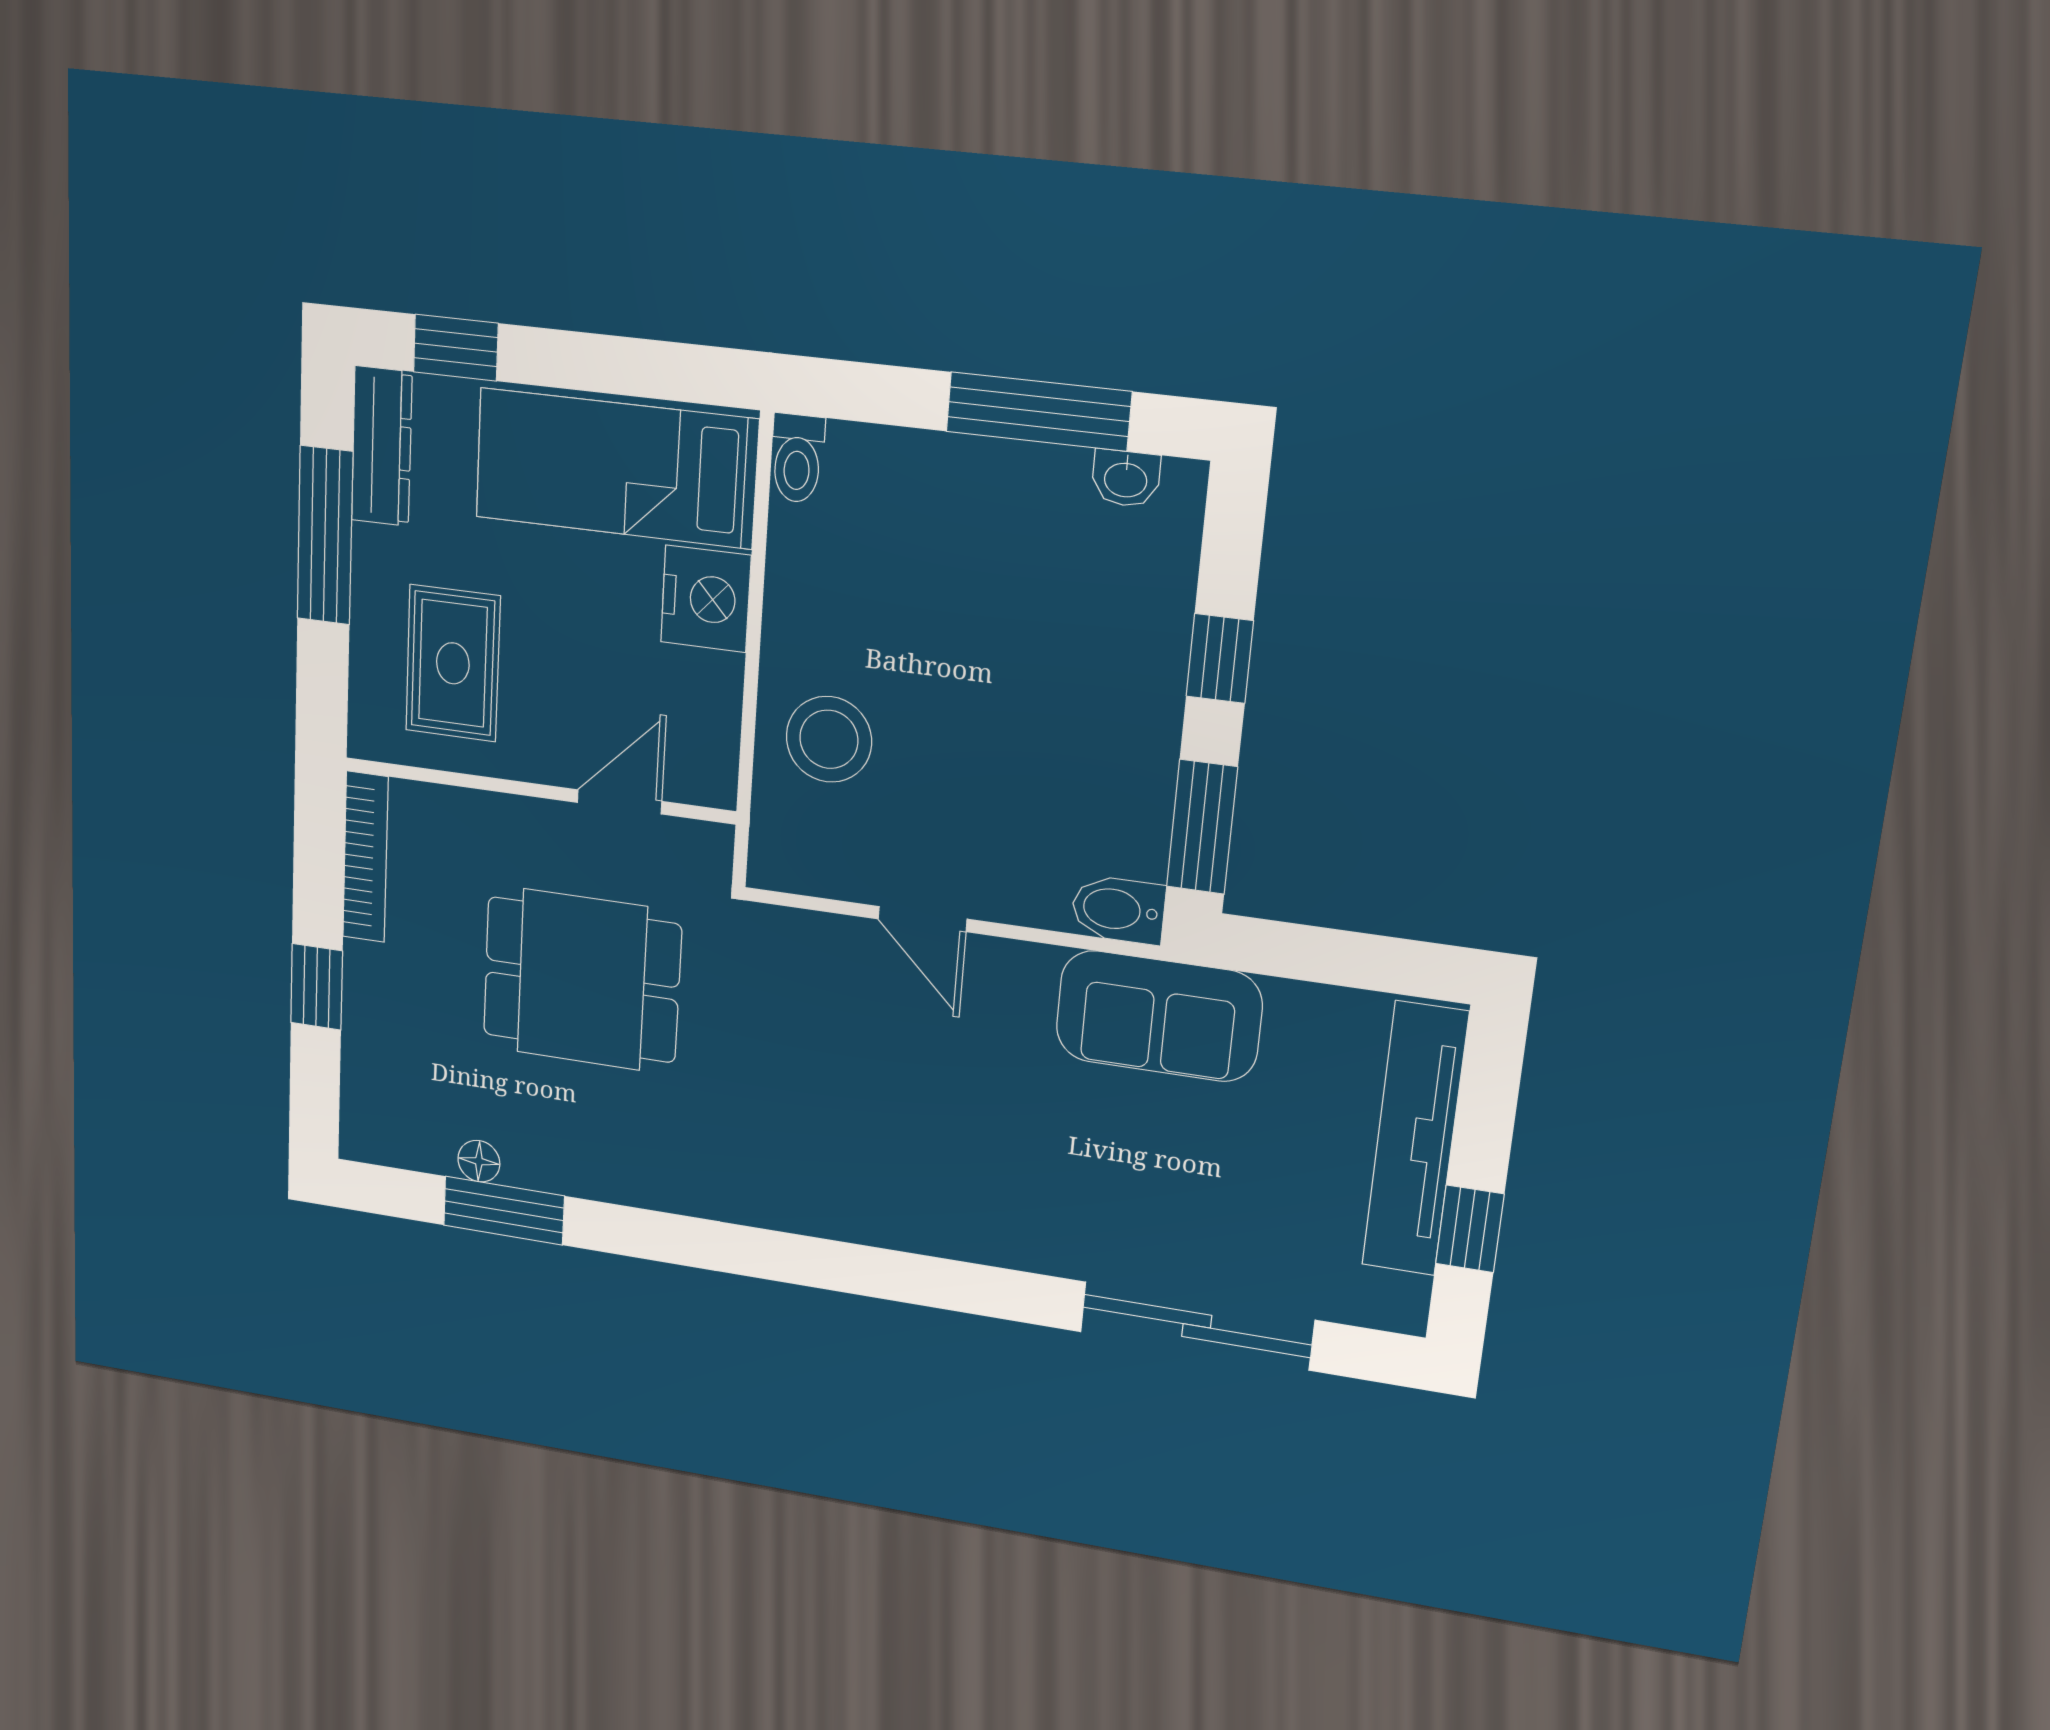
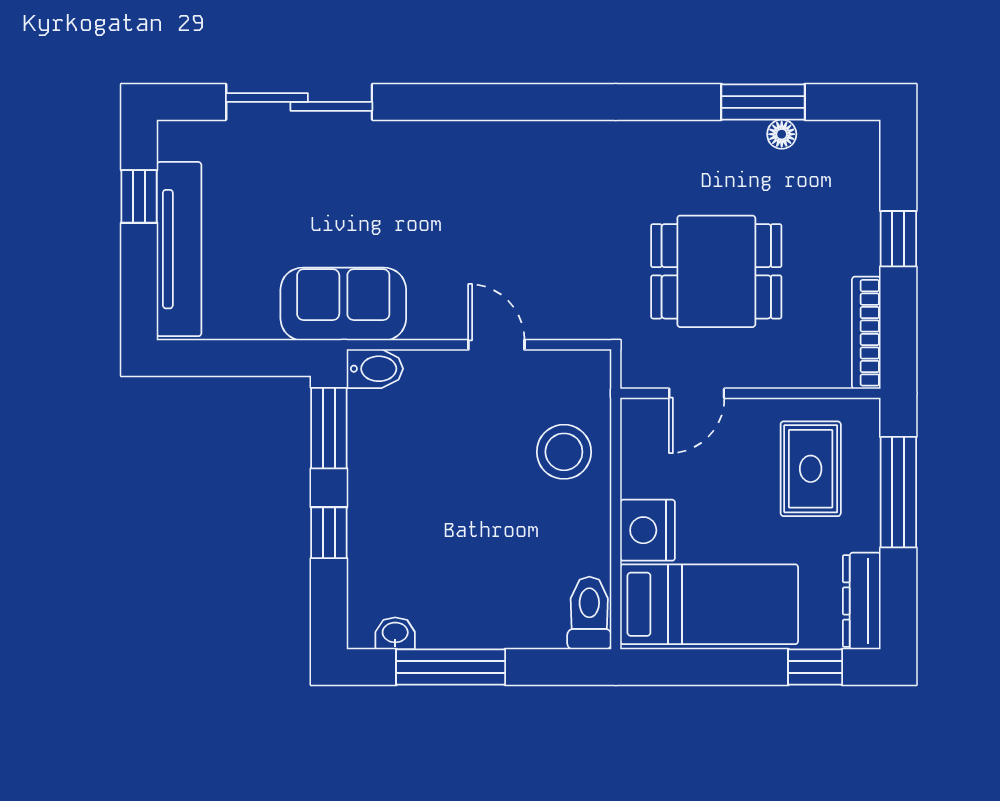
toilet: (797, 458) -> (589, 613), width x1.37, depth x1.39
window: (325, 535) -> (898, 492), moved

